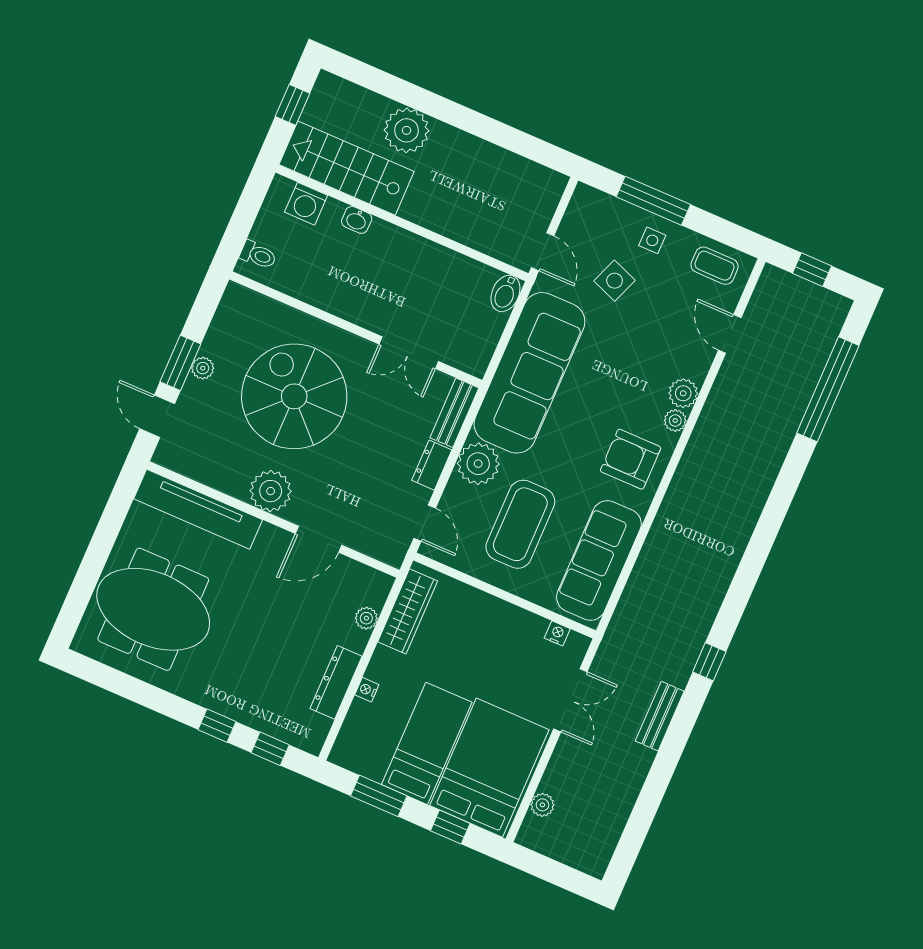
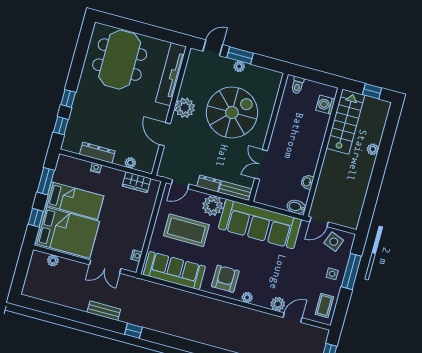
plant: (407, 130) -> (373, 149), width x0.53, depth x0.53
washbasin: (357, 220) -> (307, 182), moved
side table: (615, 281) -> (334, 242), moved
plant: (683, 393) -> (278, 304), moved
wardrobe: (408, 611) -> (137, 182), width x0.67

